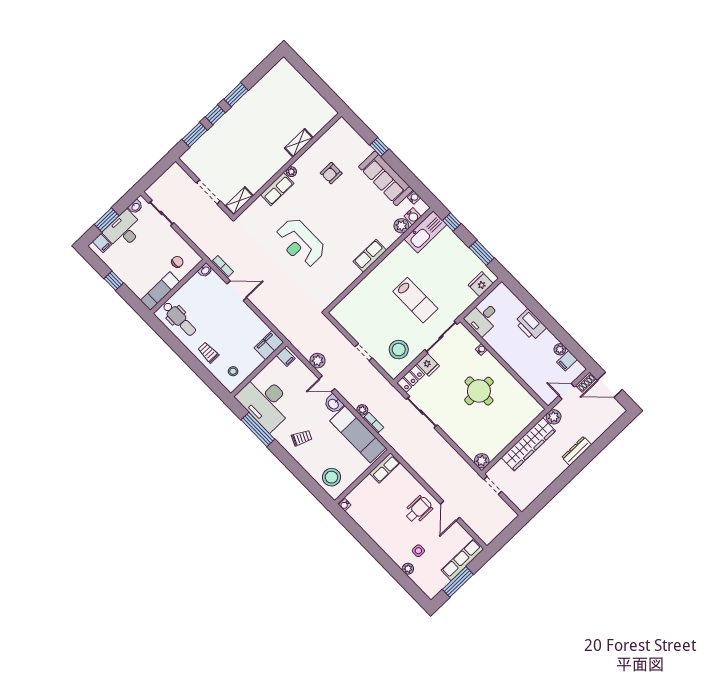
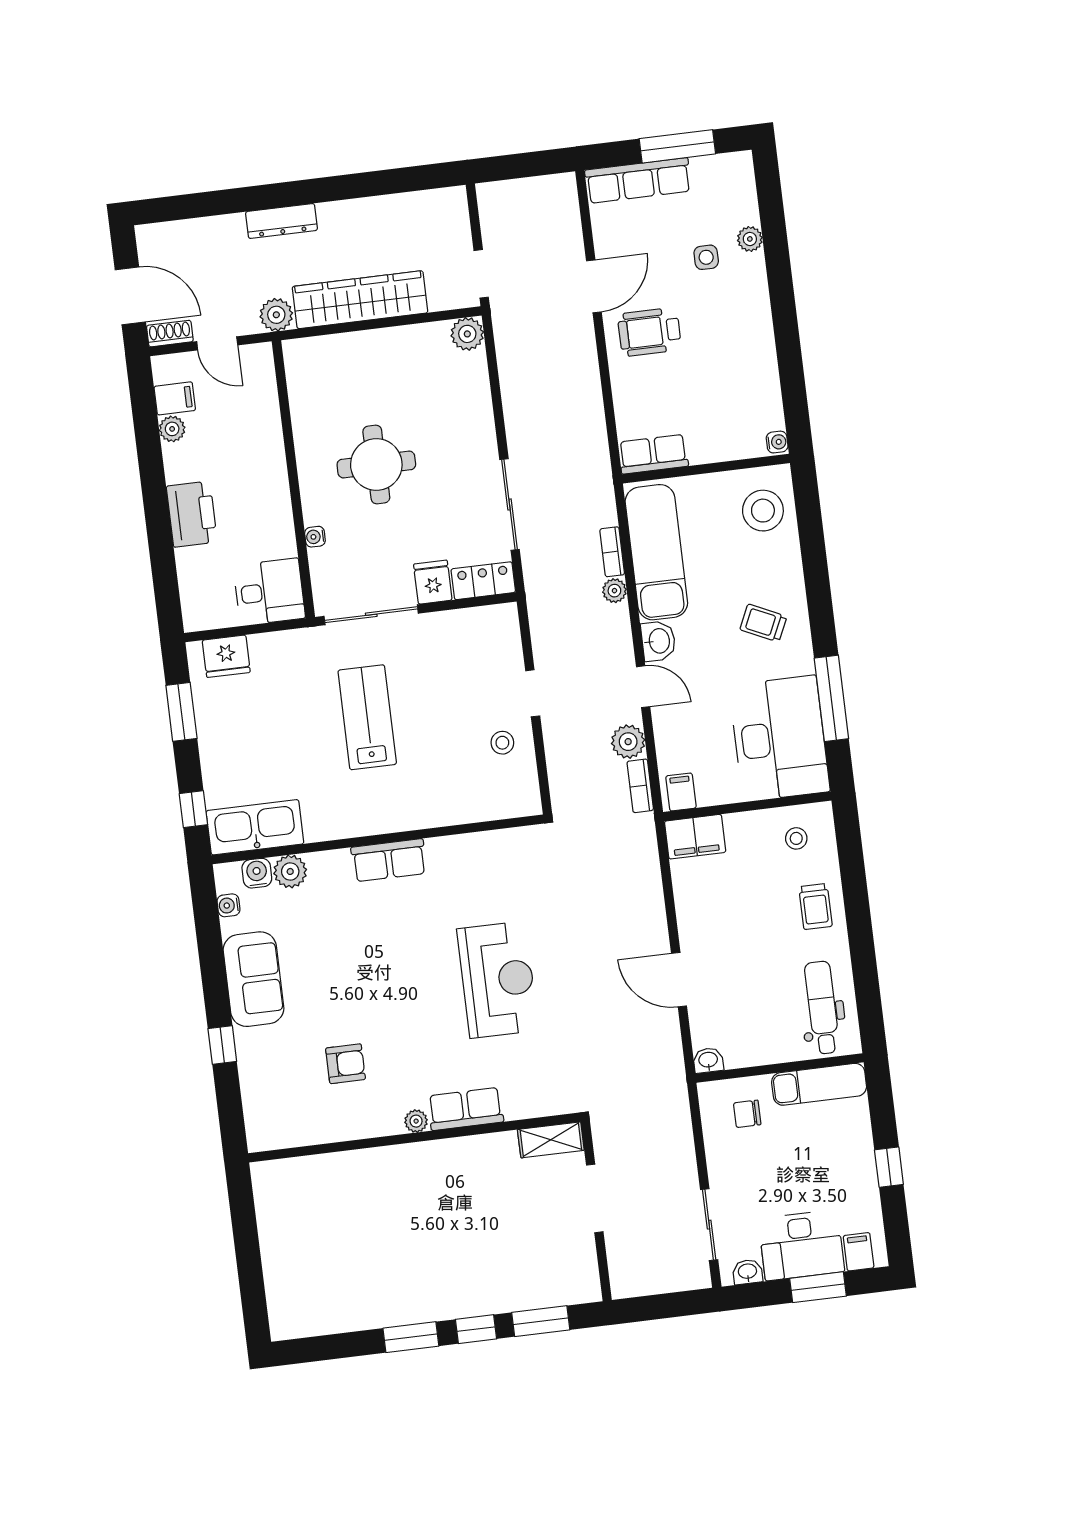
shelving: (299, 143) -> (363, 1163), removed
sofa: (386, 178) -> (253, 979), width x0.73
bookcase: (222, 267) -> (640, 786), moved
stool: (399, 350) -> (502, 743), moved, width x0.53, depth x0.53

